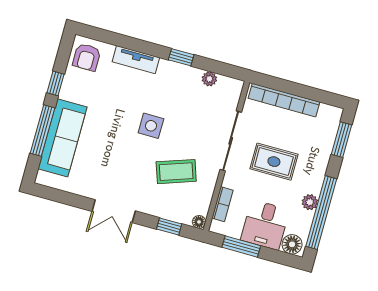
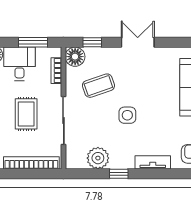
plant: (209, 79) -> (98, 158), width x1.87, depth x1.87
rug: (274, 162) -> (26, 114), turned 90
floor lamp: (199, 222) -> (75, 57), width x1.89, depth x1.89

